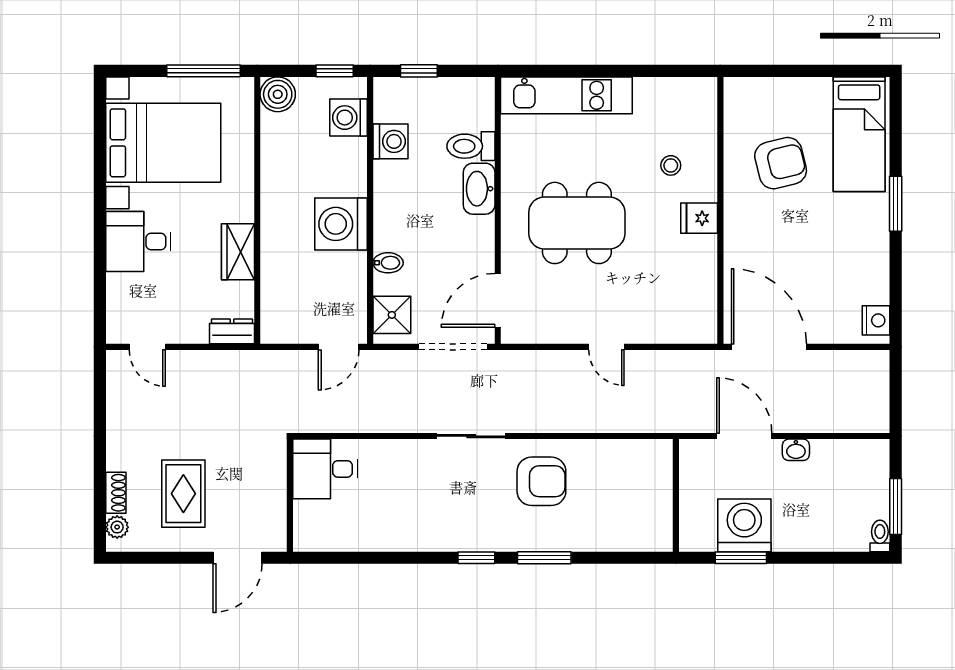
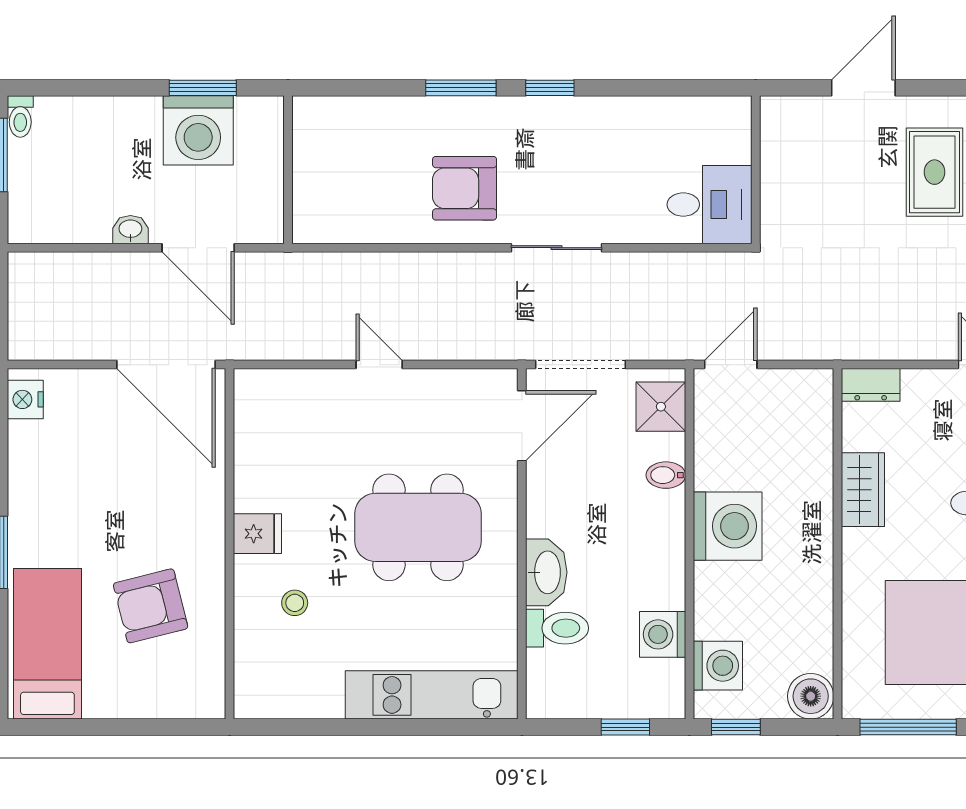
desk: (325, 469) -> (709, 205), moved
wall: (290, 495) -> (756, 170), moved

